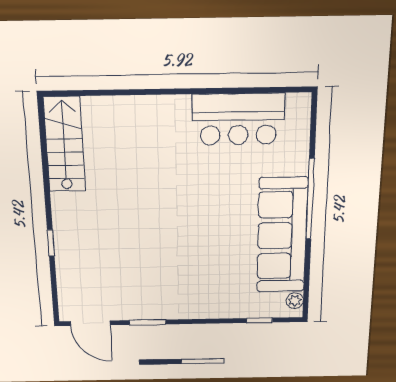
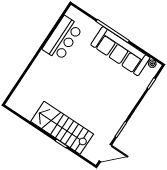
stairs: (64, 145) -> (62, 128), moved, width x1.36, depth x1.51

